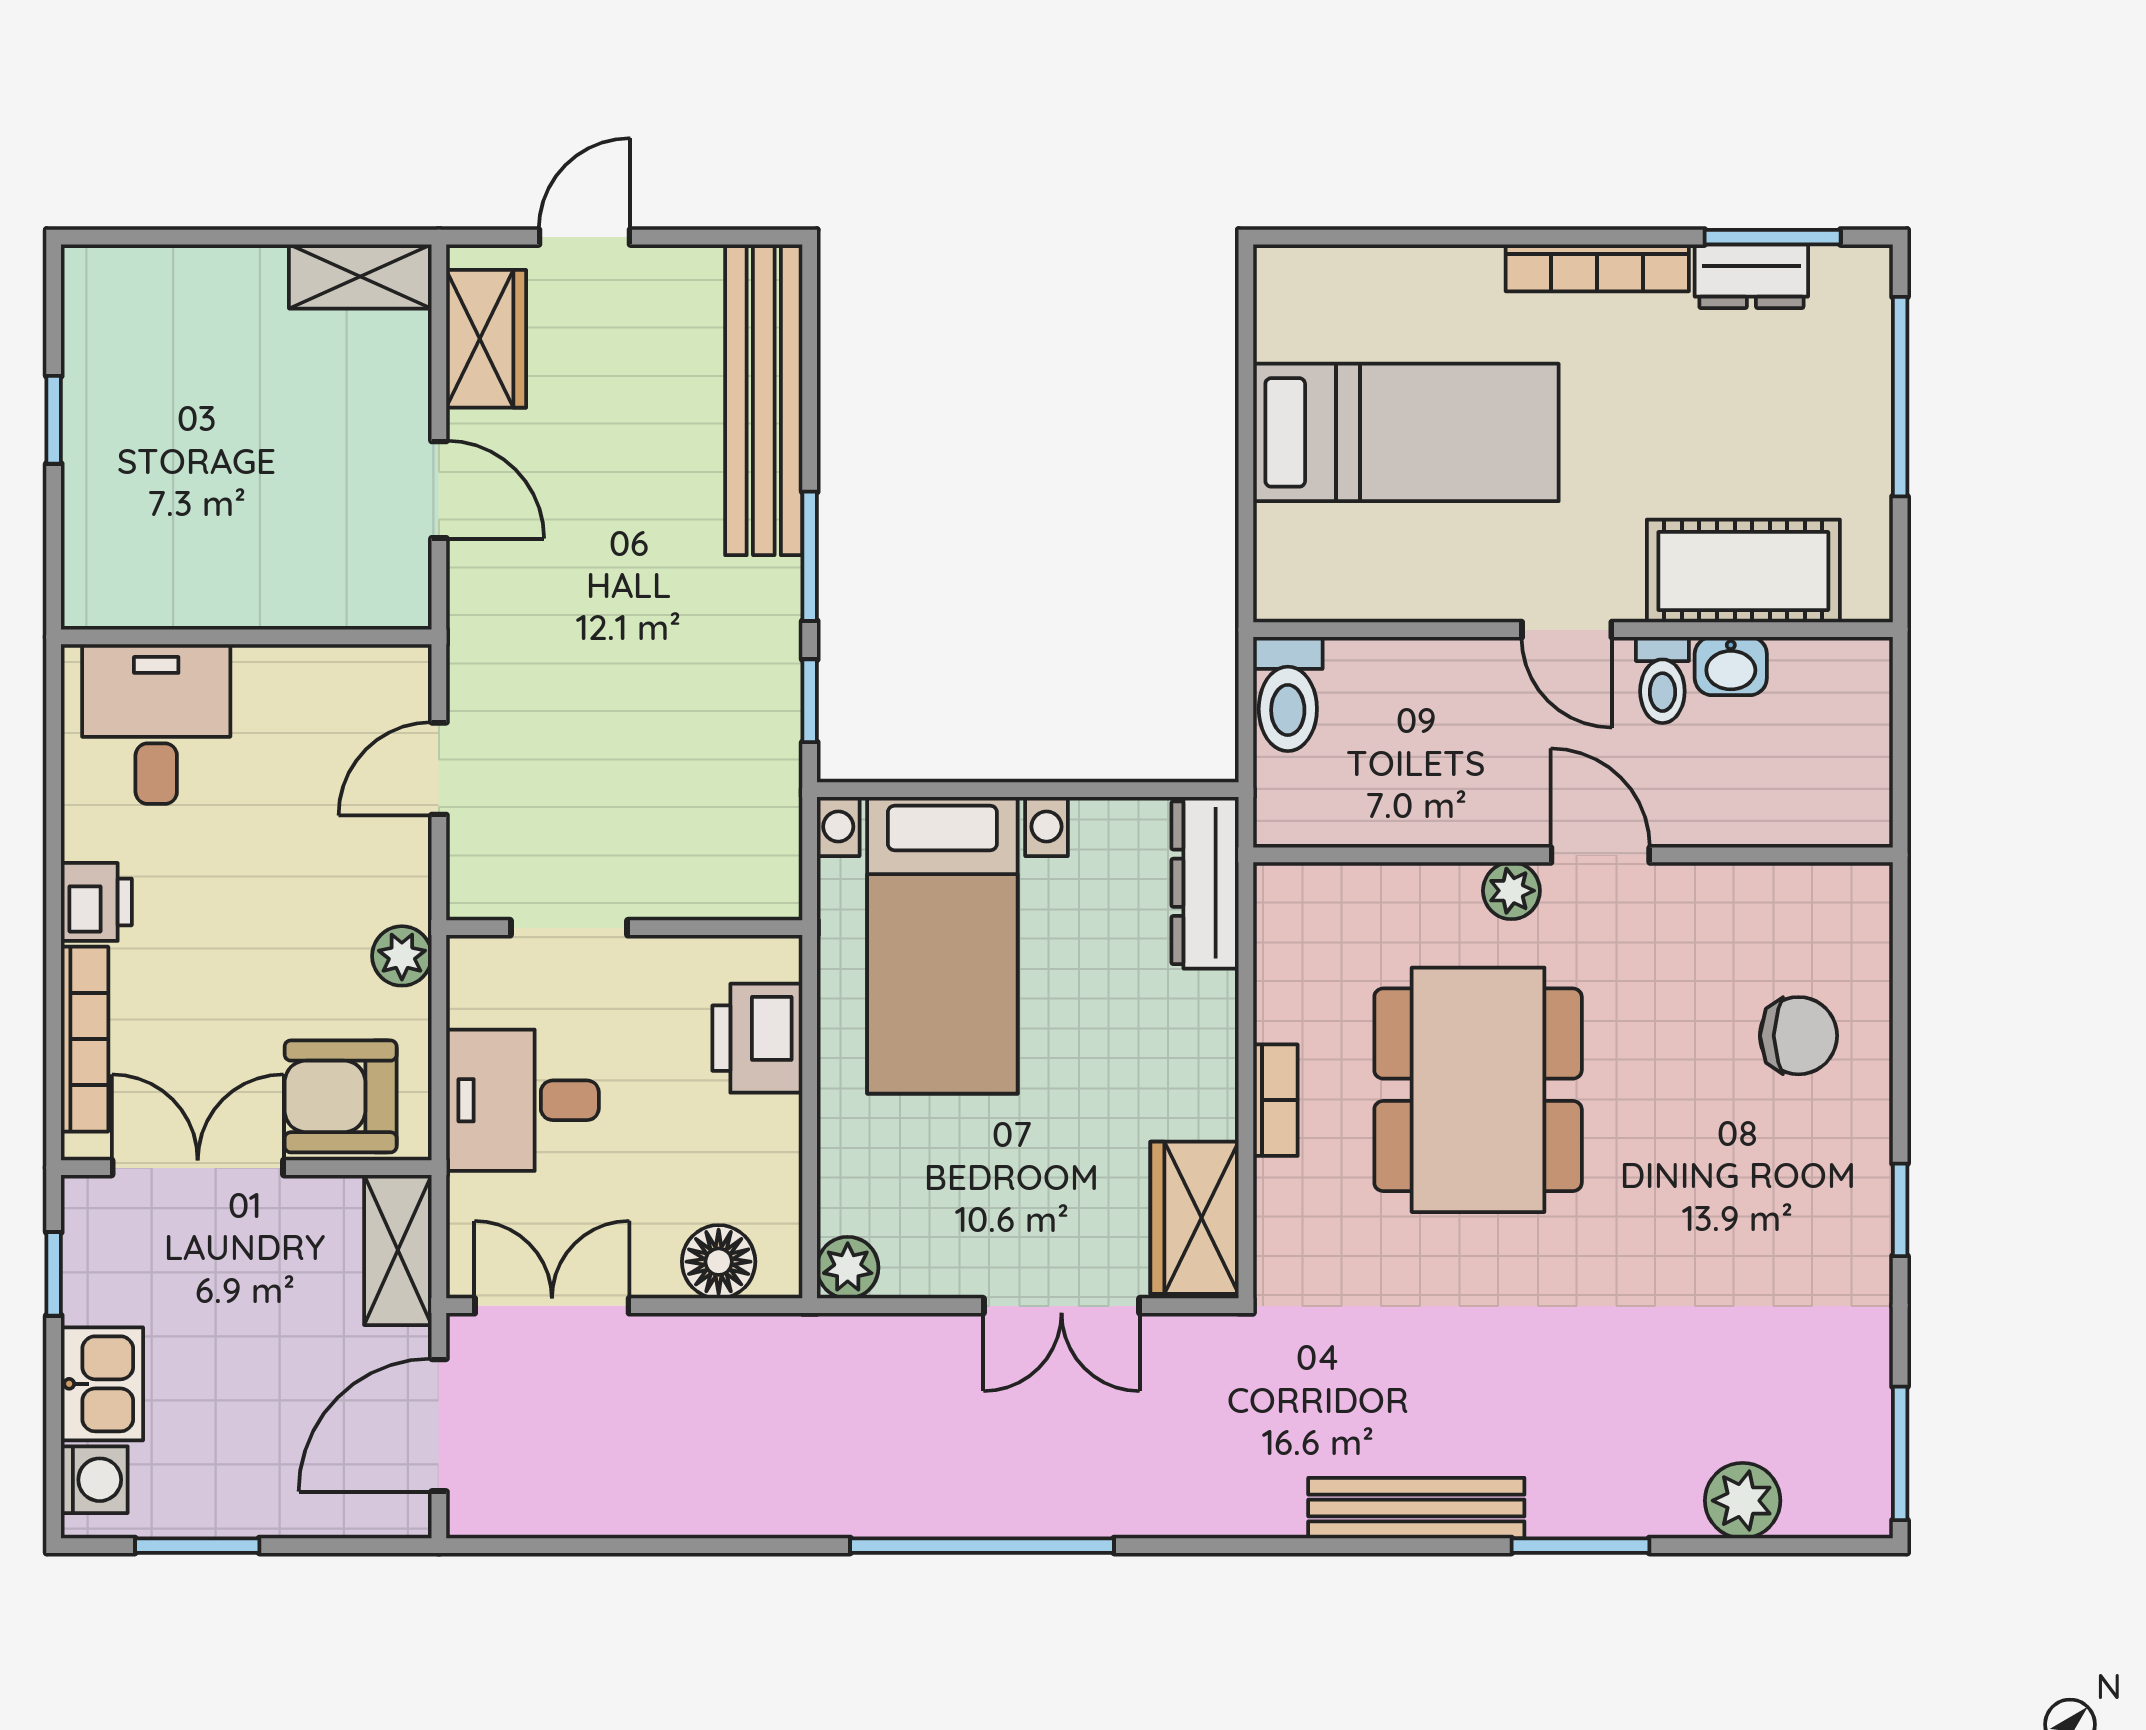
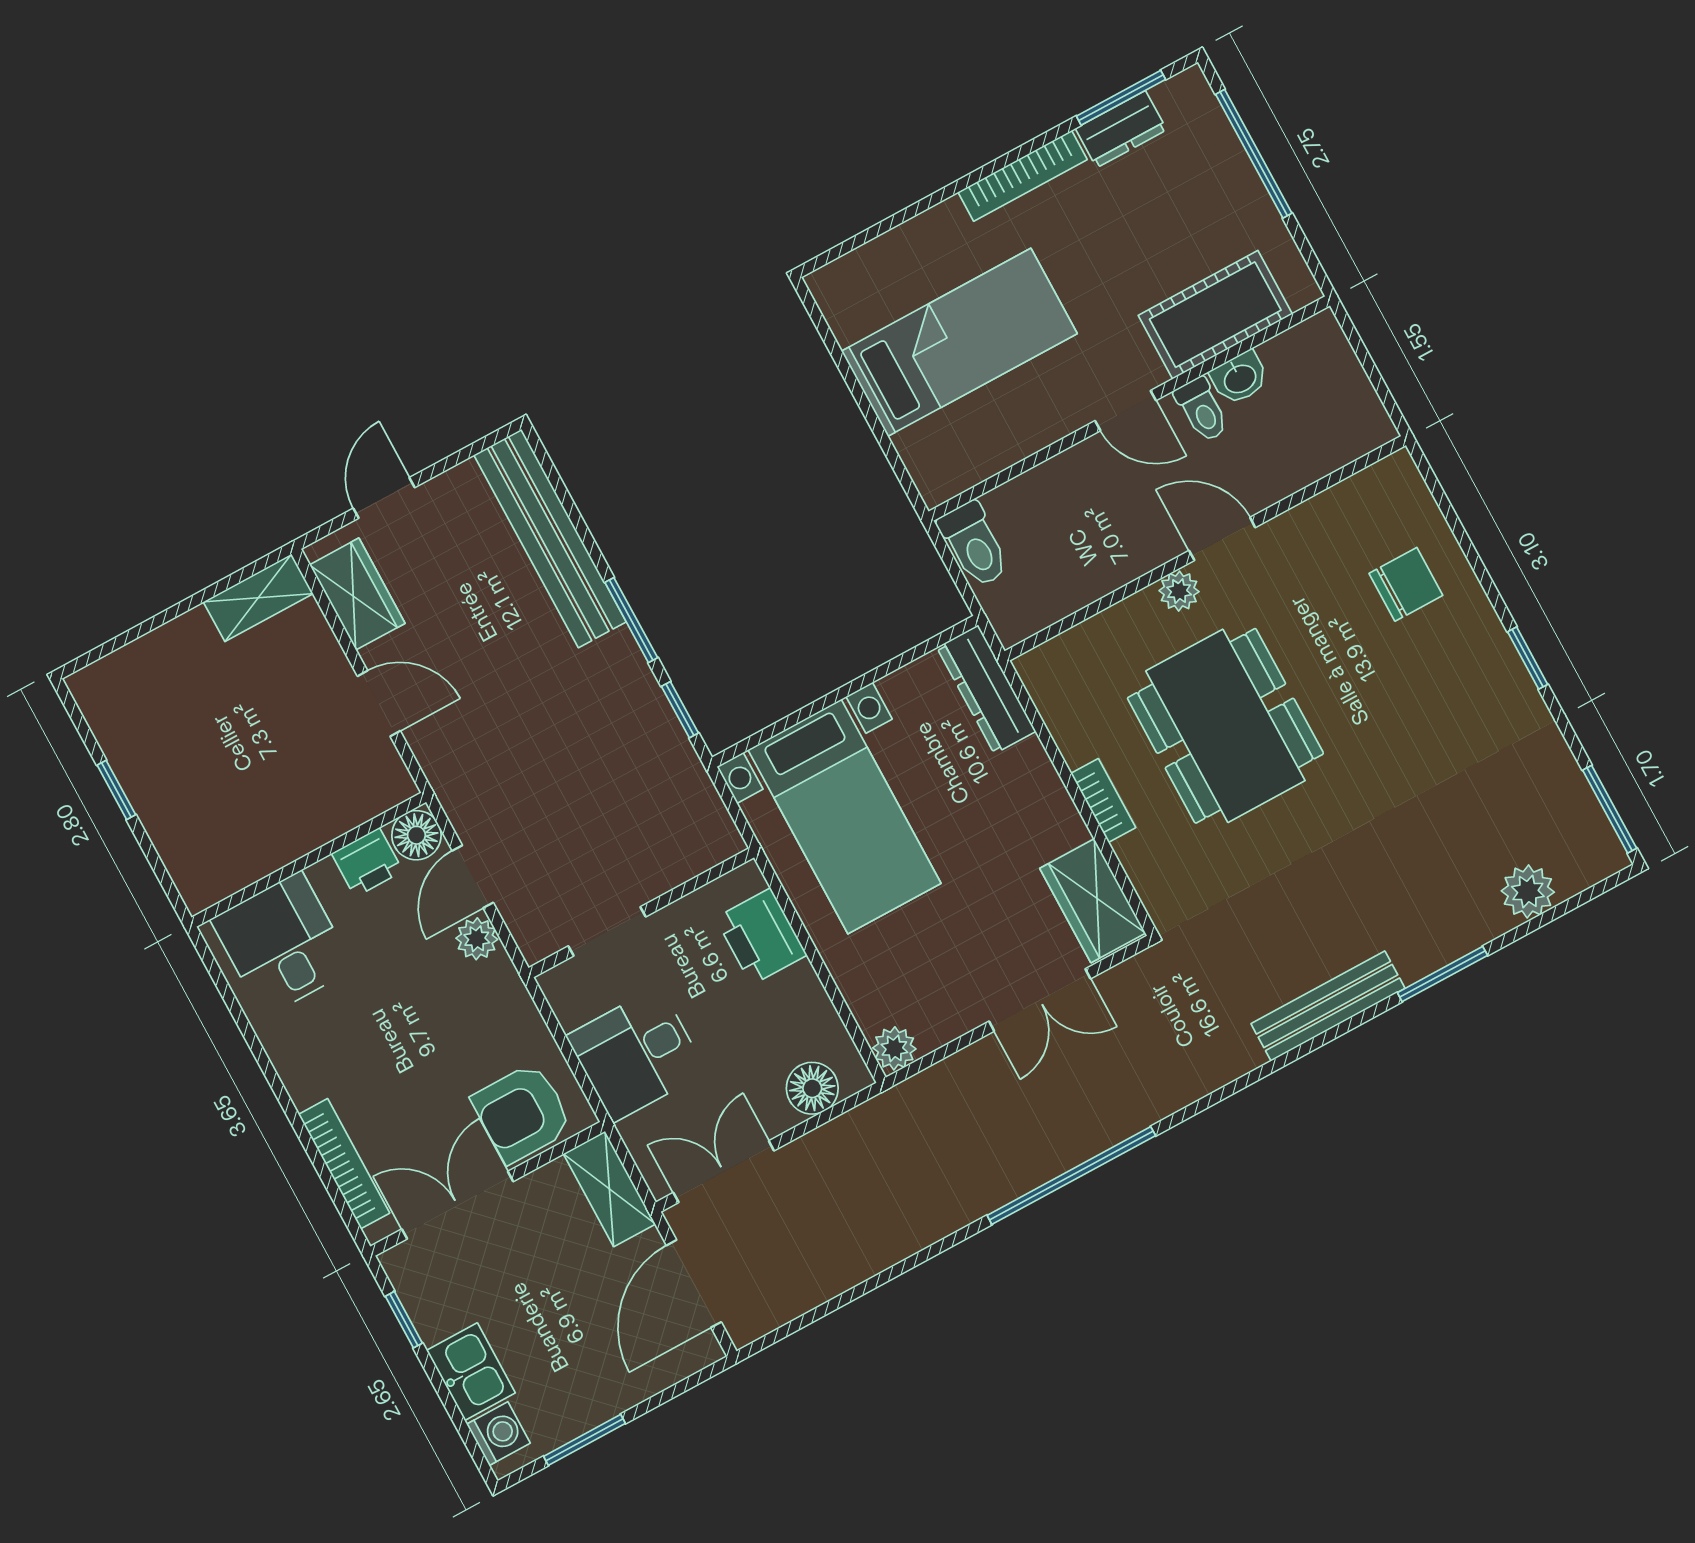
floor lamp: (397, 679) -> (416, 835), added
printer: (96, 902) -> (367, 862), moved, turned 90
plant: (402, 956) -> (477, 939), moved

